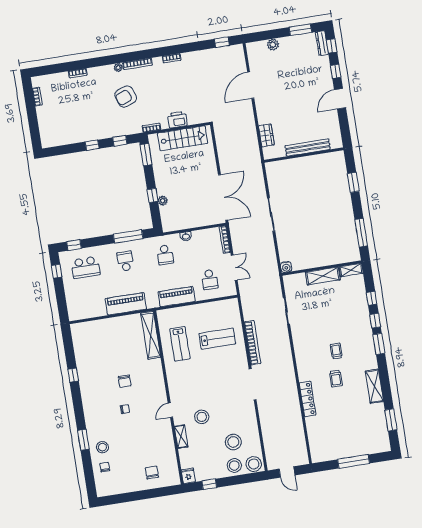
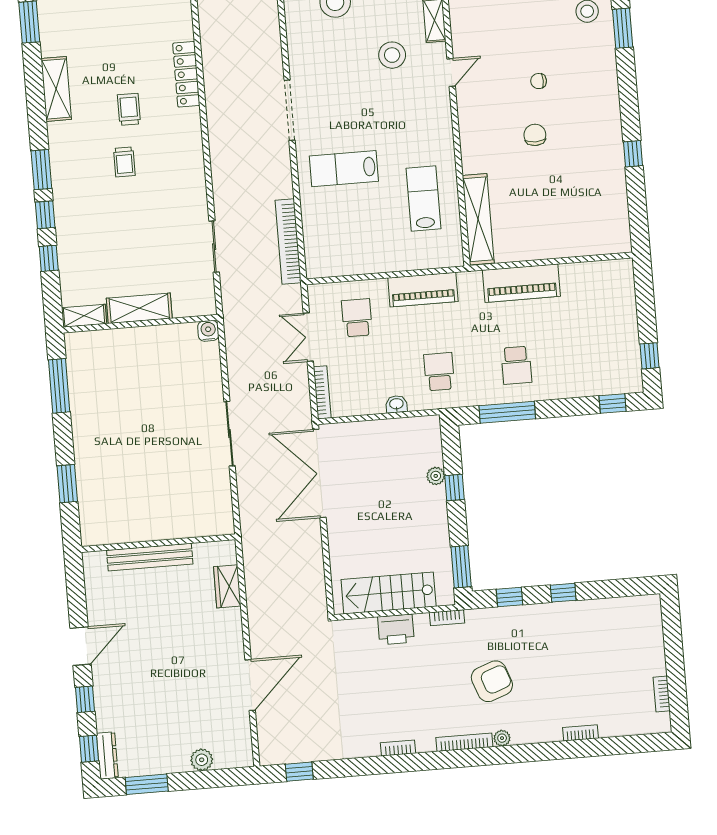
school desk: (86, 267) -> (593, 359), removed
lab bench: (217, 339) -> (344, 169), moved
bookcase: (252, 343) -> (288, 241), moved

